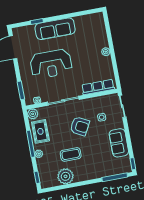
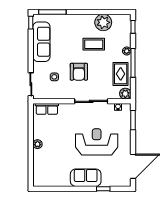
sofa: (55, 29) -> (86, 178), width x0.73
row of seats: (98, 87) -> (47, 109), width x0.68
armchair: (80, 126) -> (79, 72), turned -118
sofa: (119, 143) -> (41, 42), width x1.36

